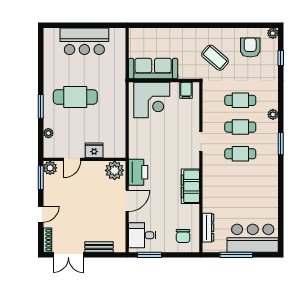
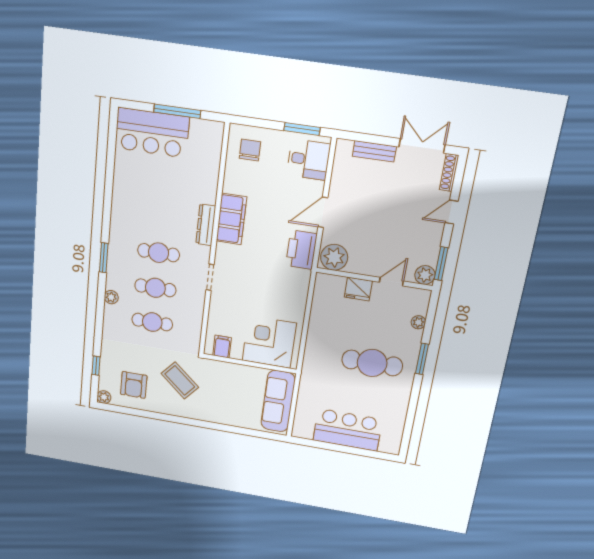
sofa: (153, 69) -> (278, 401), moved, turned 90
dresser: (208, 228) -> (206, 225), moved

